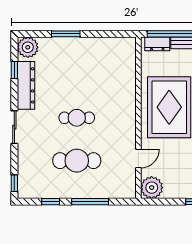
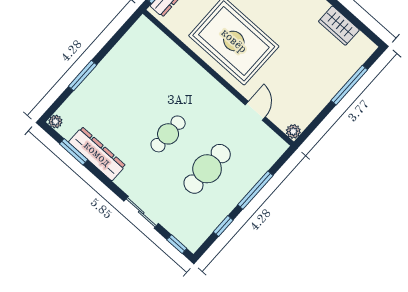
plant: (28, 47) -> (55, 122), width x0.53, depth x0.53
window: (14, 70) -> (74, 152), width x1.50
sliding door: (14, 127) -> (141, 212), moved
plant: (152, 188) -> (293, 131), width x0.53, depth x0.53

